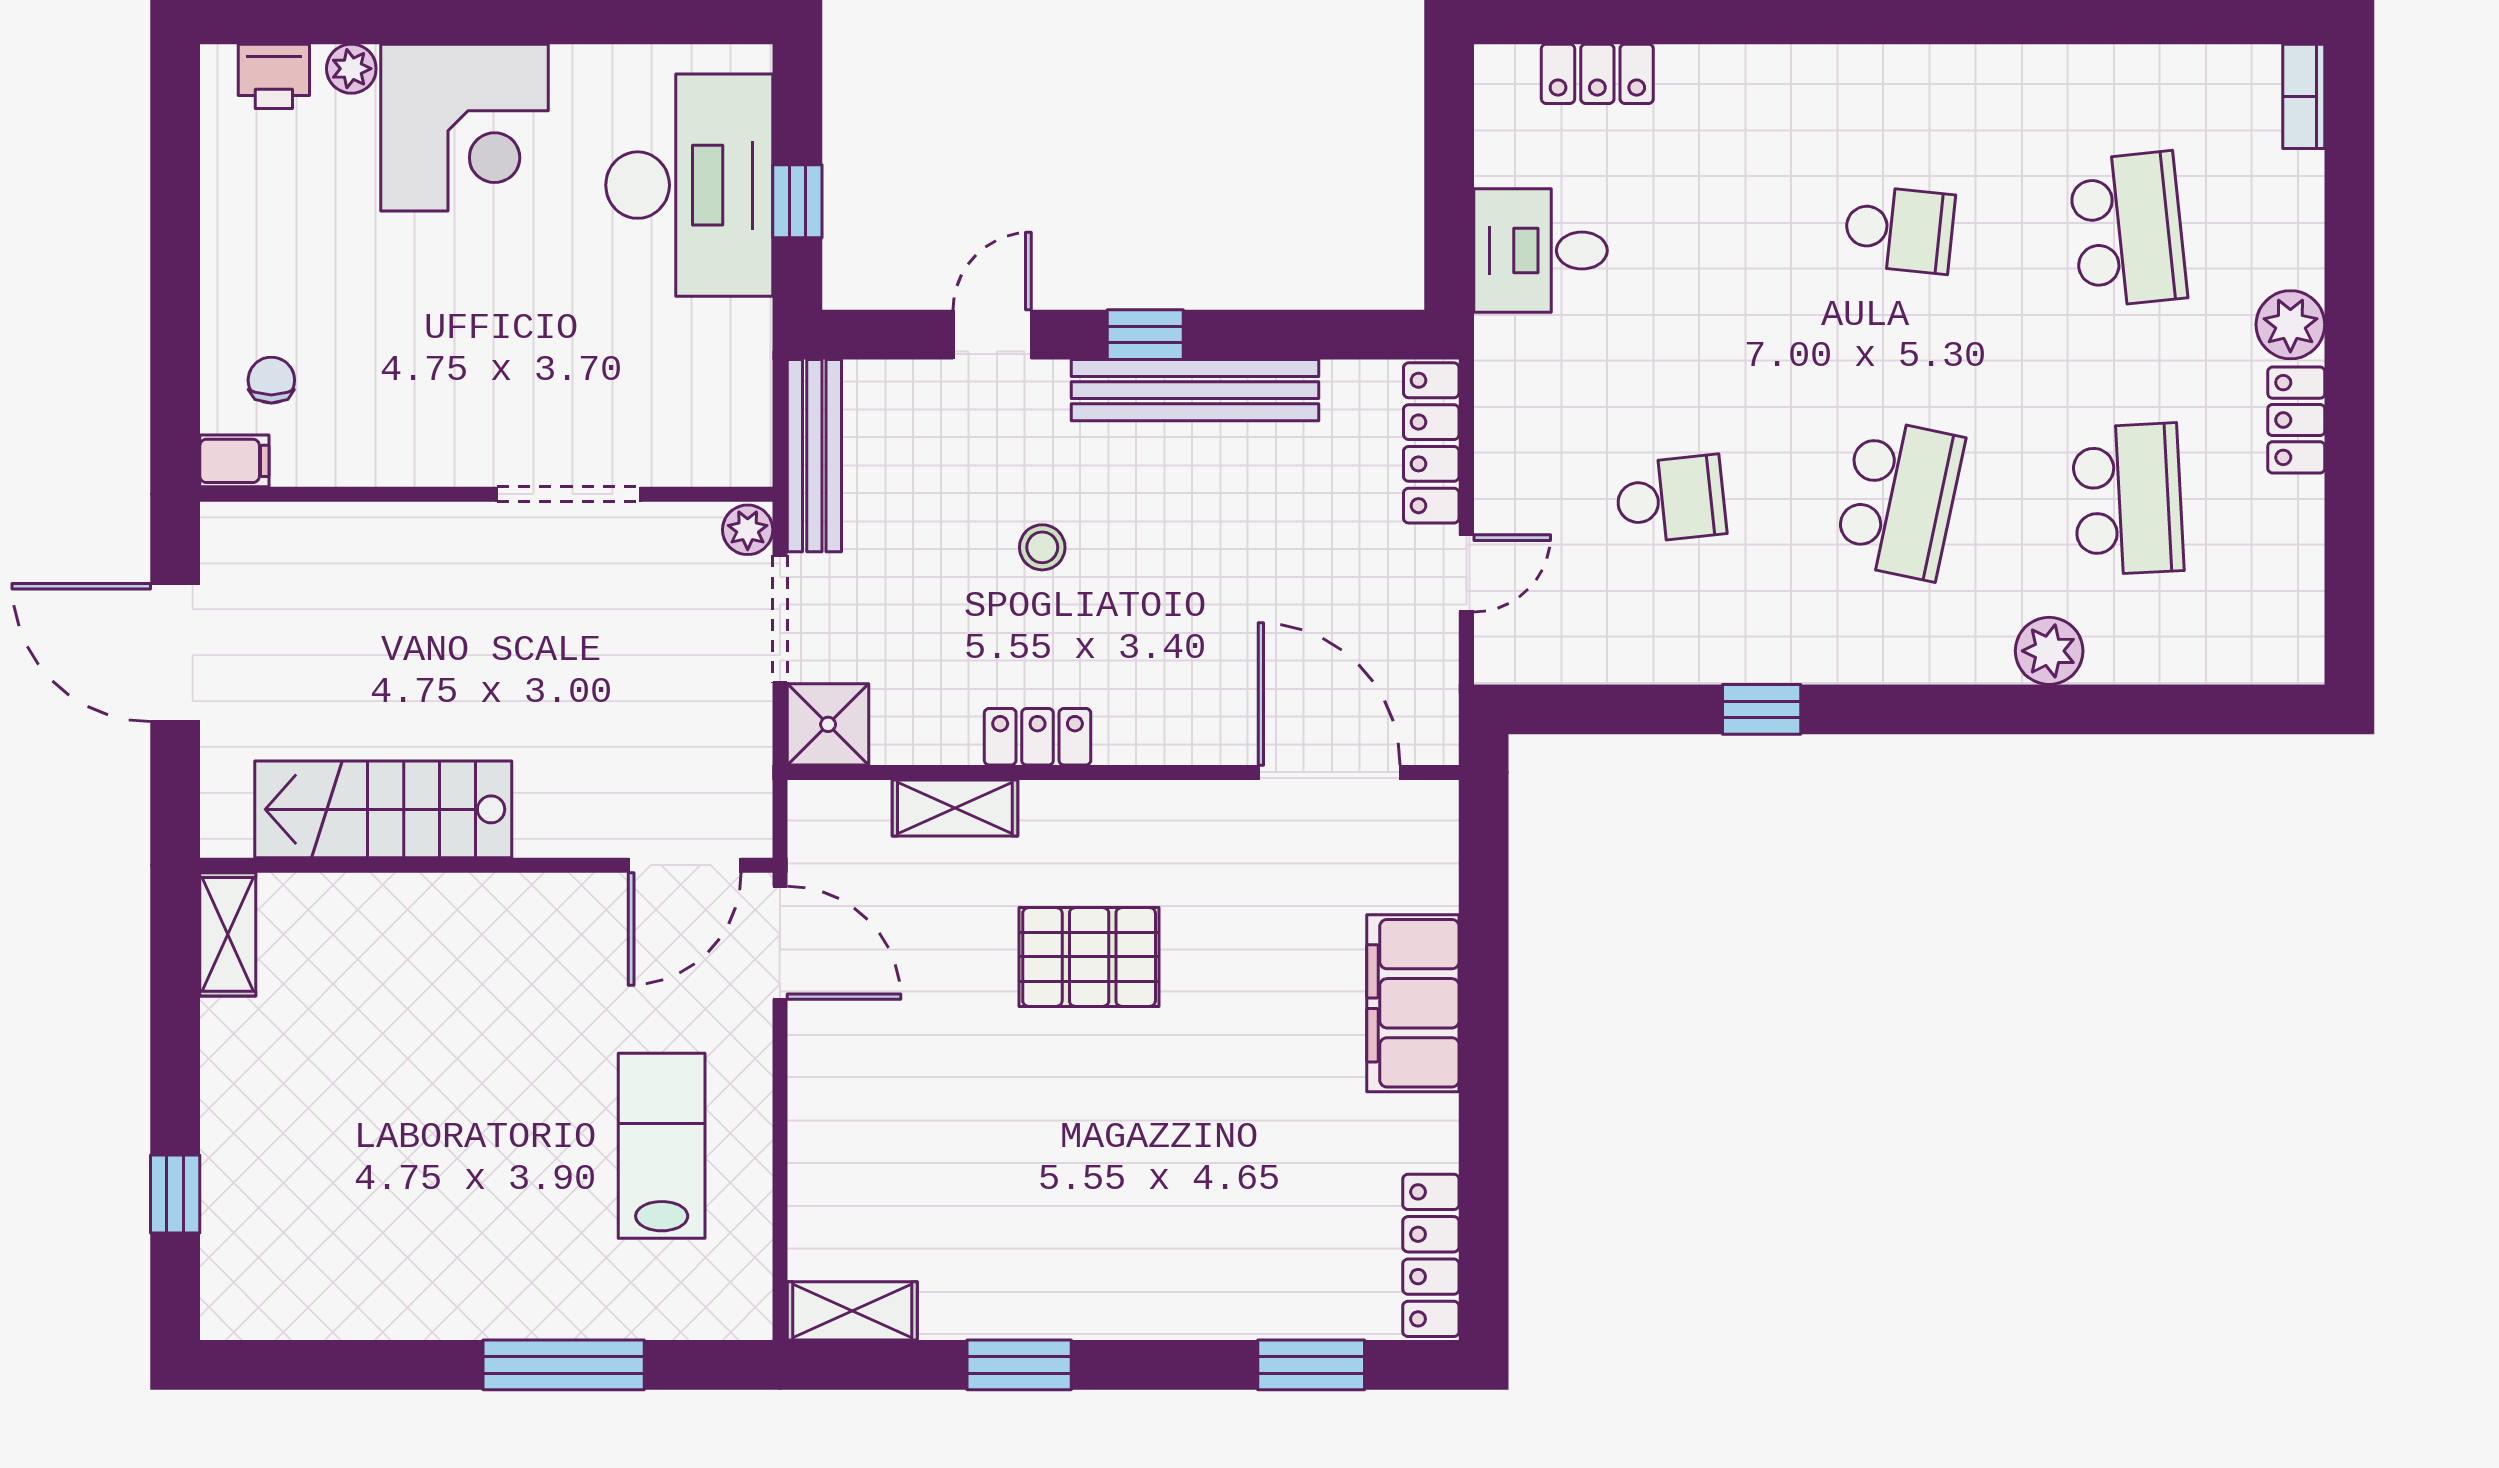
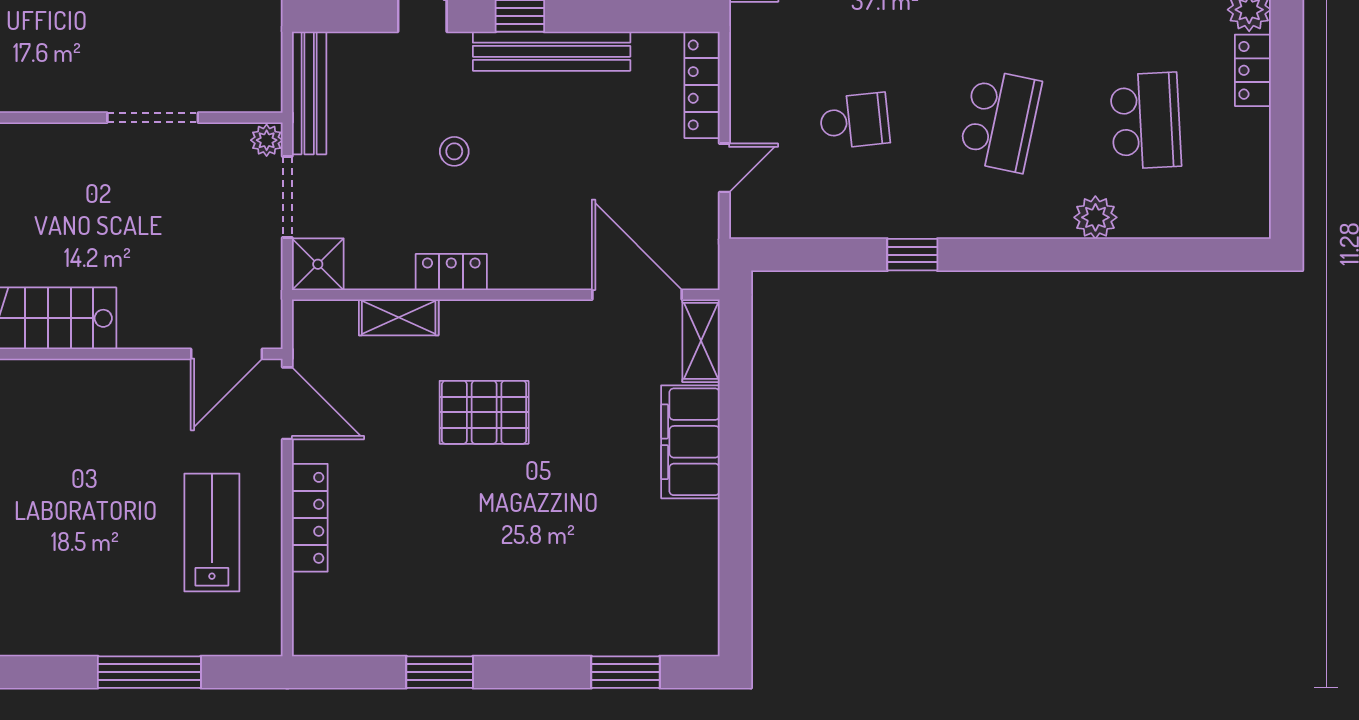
locker: (1431, 1255) -> (310, 518), moved, turned 180
shelving: (852, 1311) -> (701, 341), moved, turned 90

